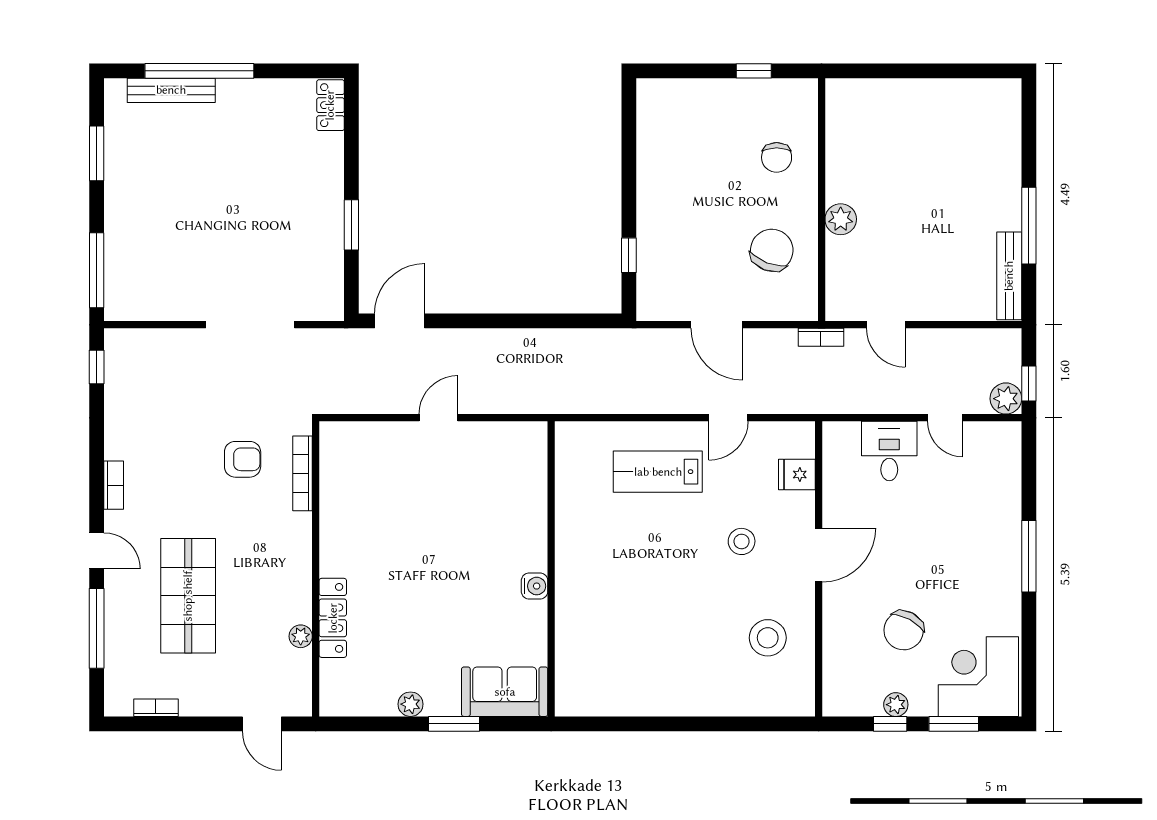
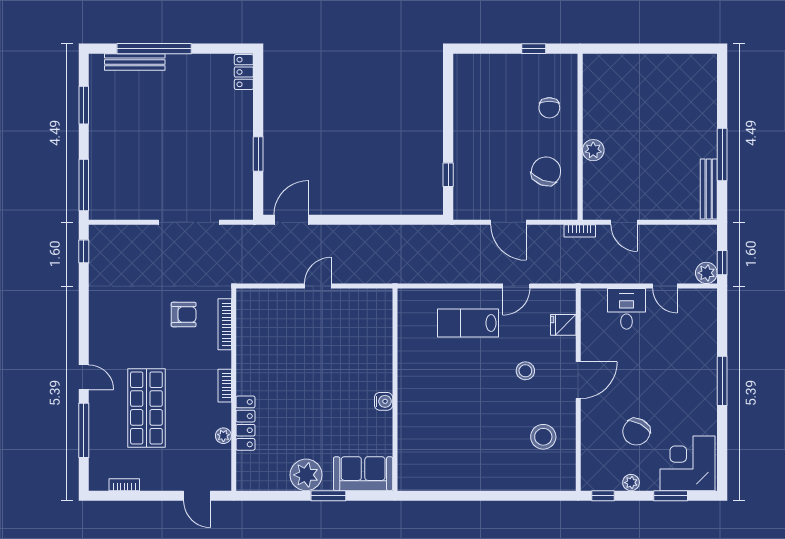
bookcase: (114, 485) -> (225, 386), moved, turned 180
plant: (411, 704) -> (306, 475), width x1.88, depth x1.88
window: (890, 724) -> (603, 496), moved

